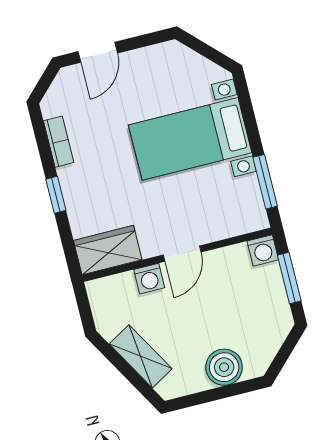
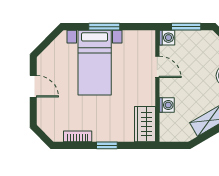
door: (98, 52) -> (33, 86), moved
window: (265, 182) -> (104, 27), moved
door: (182, 254) -> (157, 67), moved

